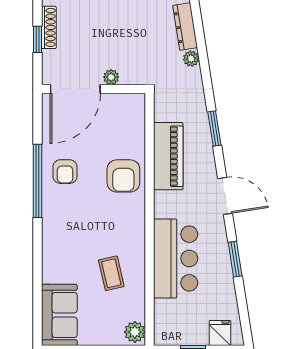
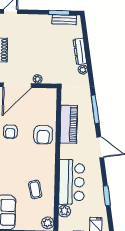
window: (214, 129) -> (95, 109), width x1.44
window: (235, 259) -> (107, 196), moved
plant: (164, 310) -> (64, 211), added

